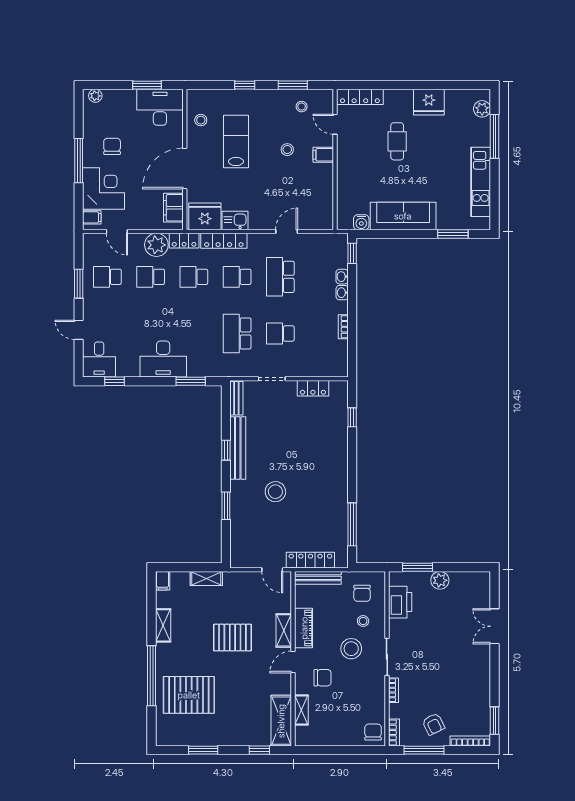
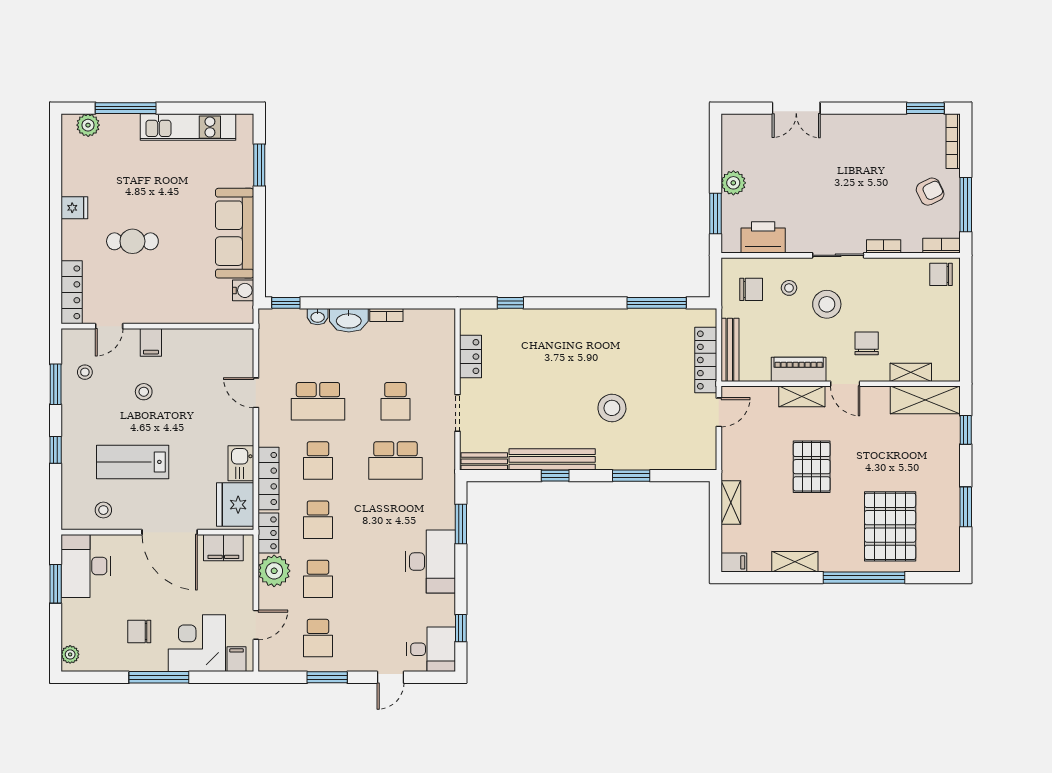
fridge: (429, 102) -> (74, 208), width x0.53, depth x0.75
washbasin: (342, 293) -> (349, 320), width x1.91, depth x1.45

